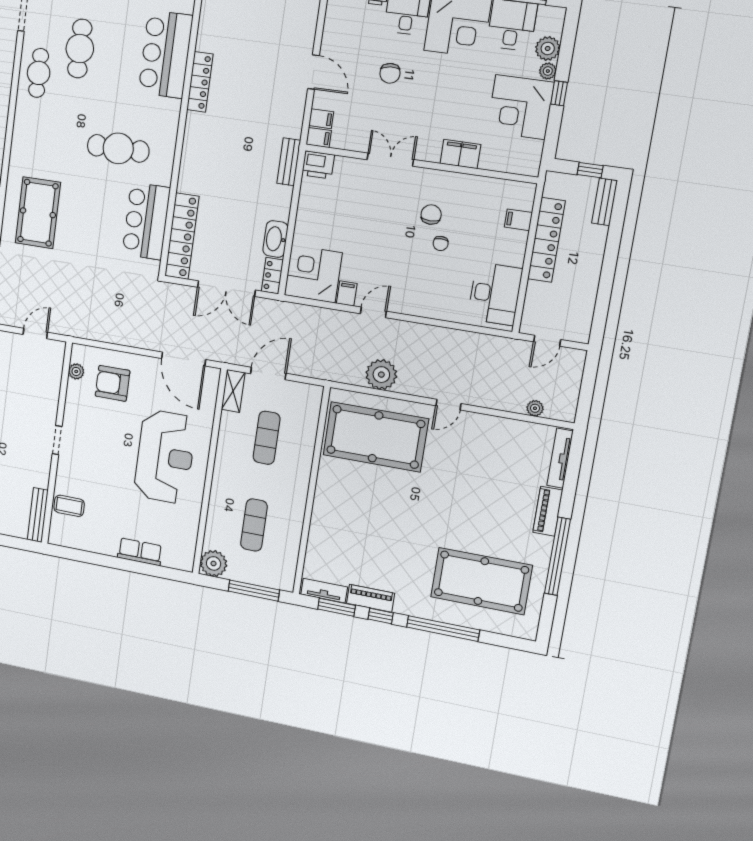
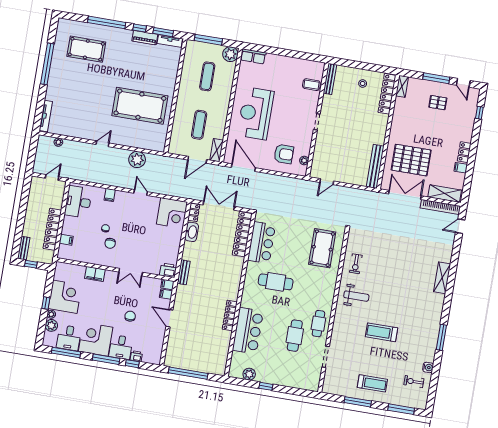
filing cabinet: (347, 293) -> (110, 195), moved
door: (373, 312) -> (141, 192), swing flipped
pool table: (376, 437) -> (140, 106), moved
piano: (548, 511) -> (52, 88), removed
row of seats: (140, 552) -> (253, 56), moved
pool table: (481, 581) -> (86, 49), width x0.73, depth x0.76

